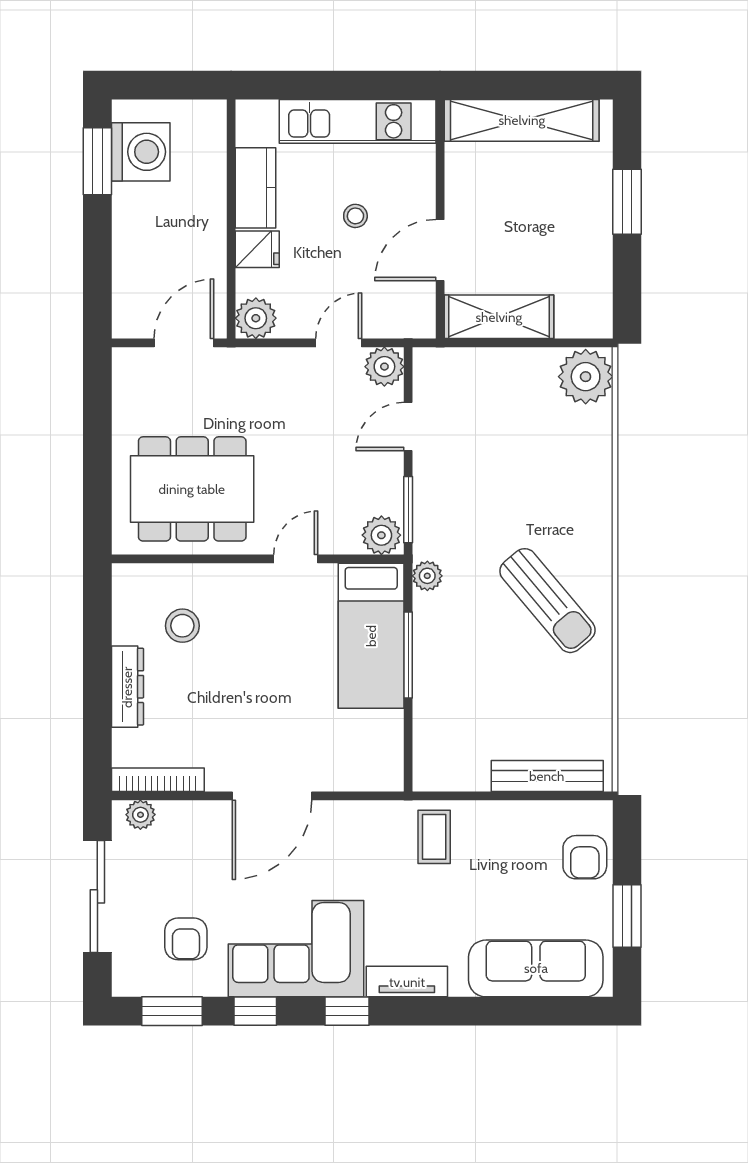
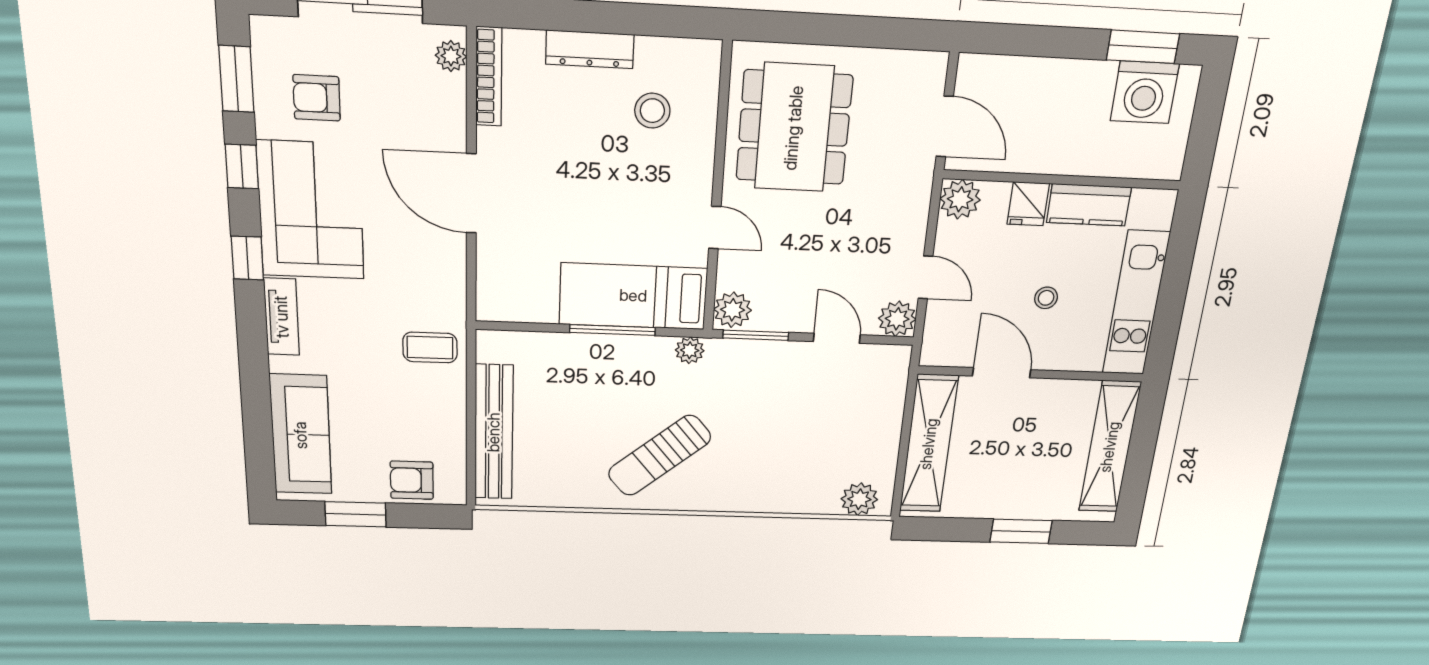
shelving: (499, 317) -> (929, 444), width x1.47
plant: (586, 377) -> (859, 499), width x0.73, depth x0.73
bench: (547, 776) -> (494, 432), width x1.37, depth x1.21

